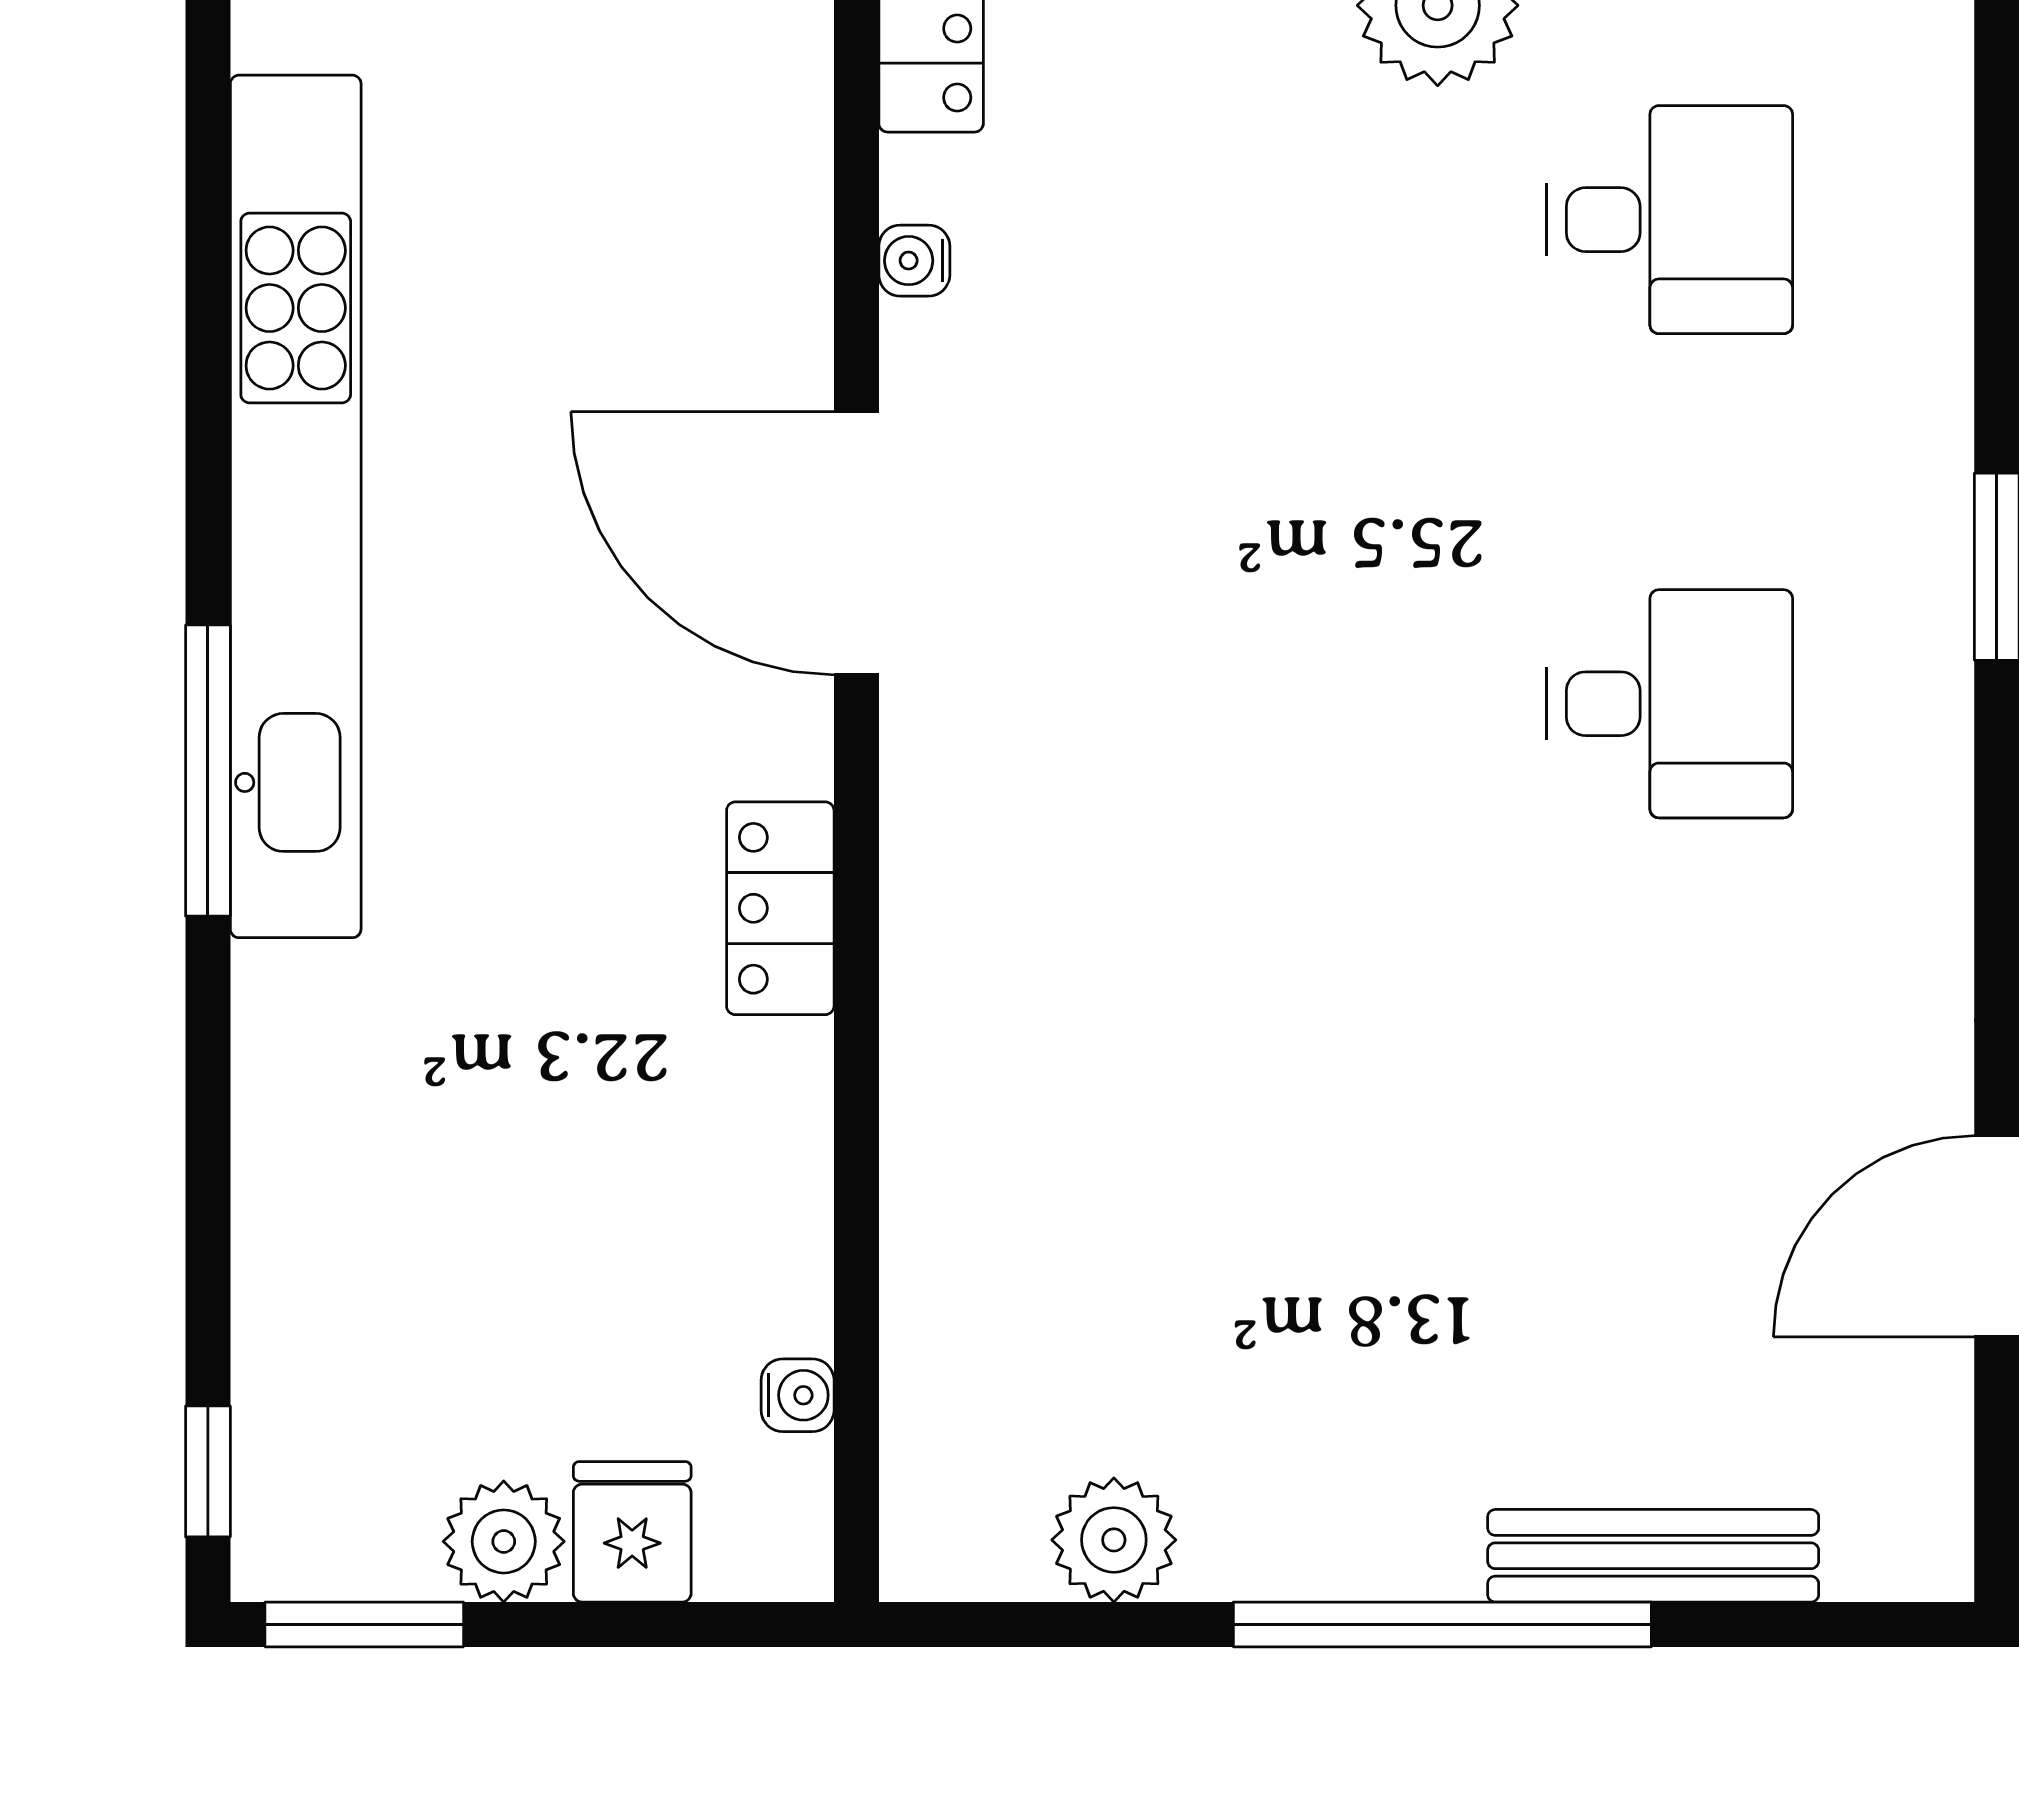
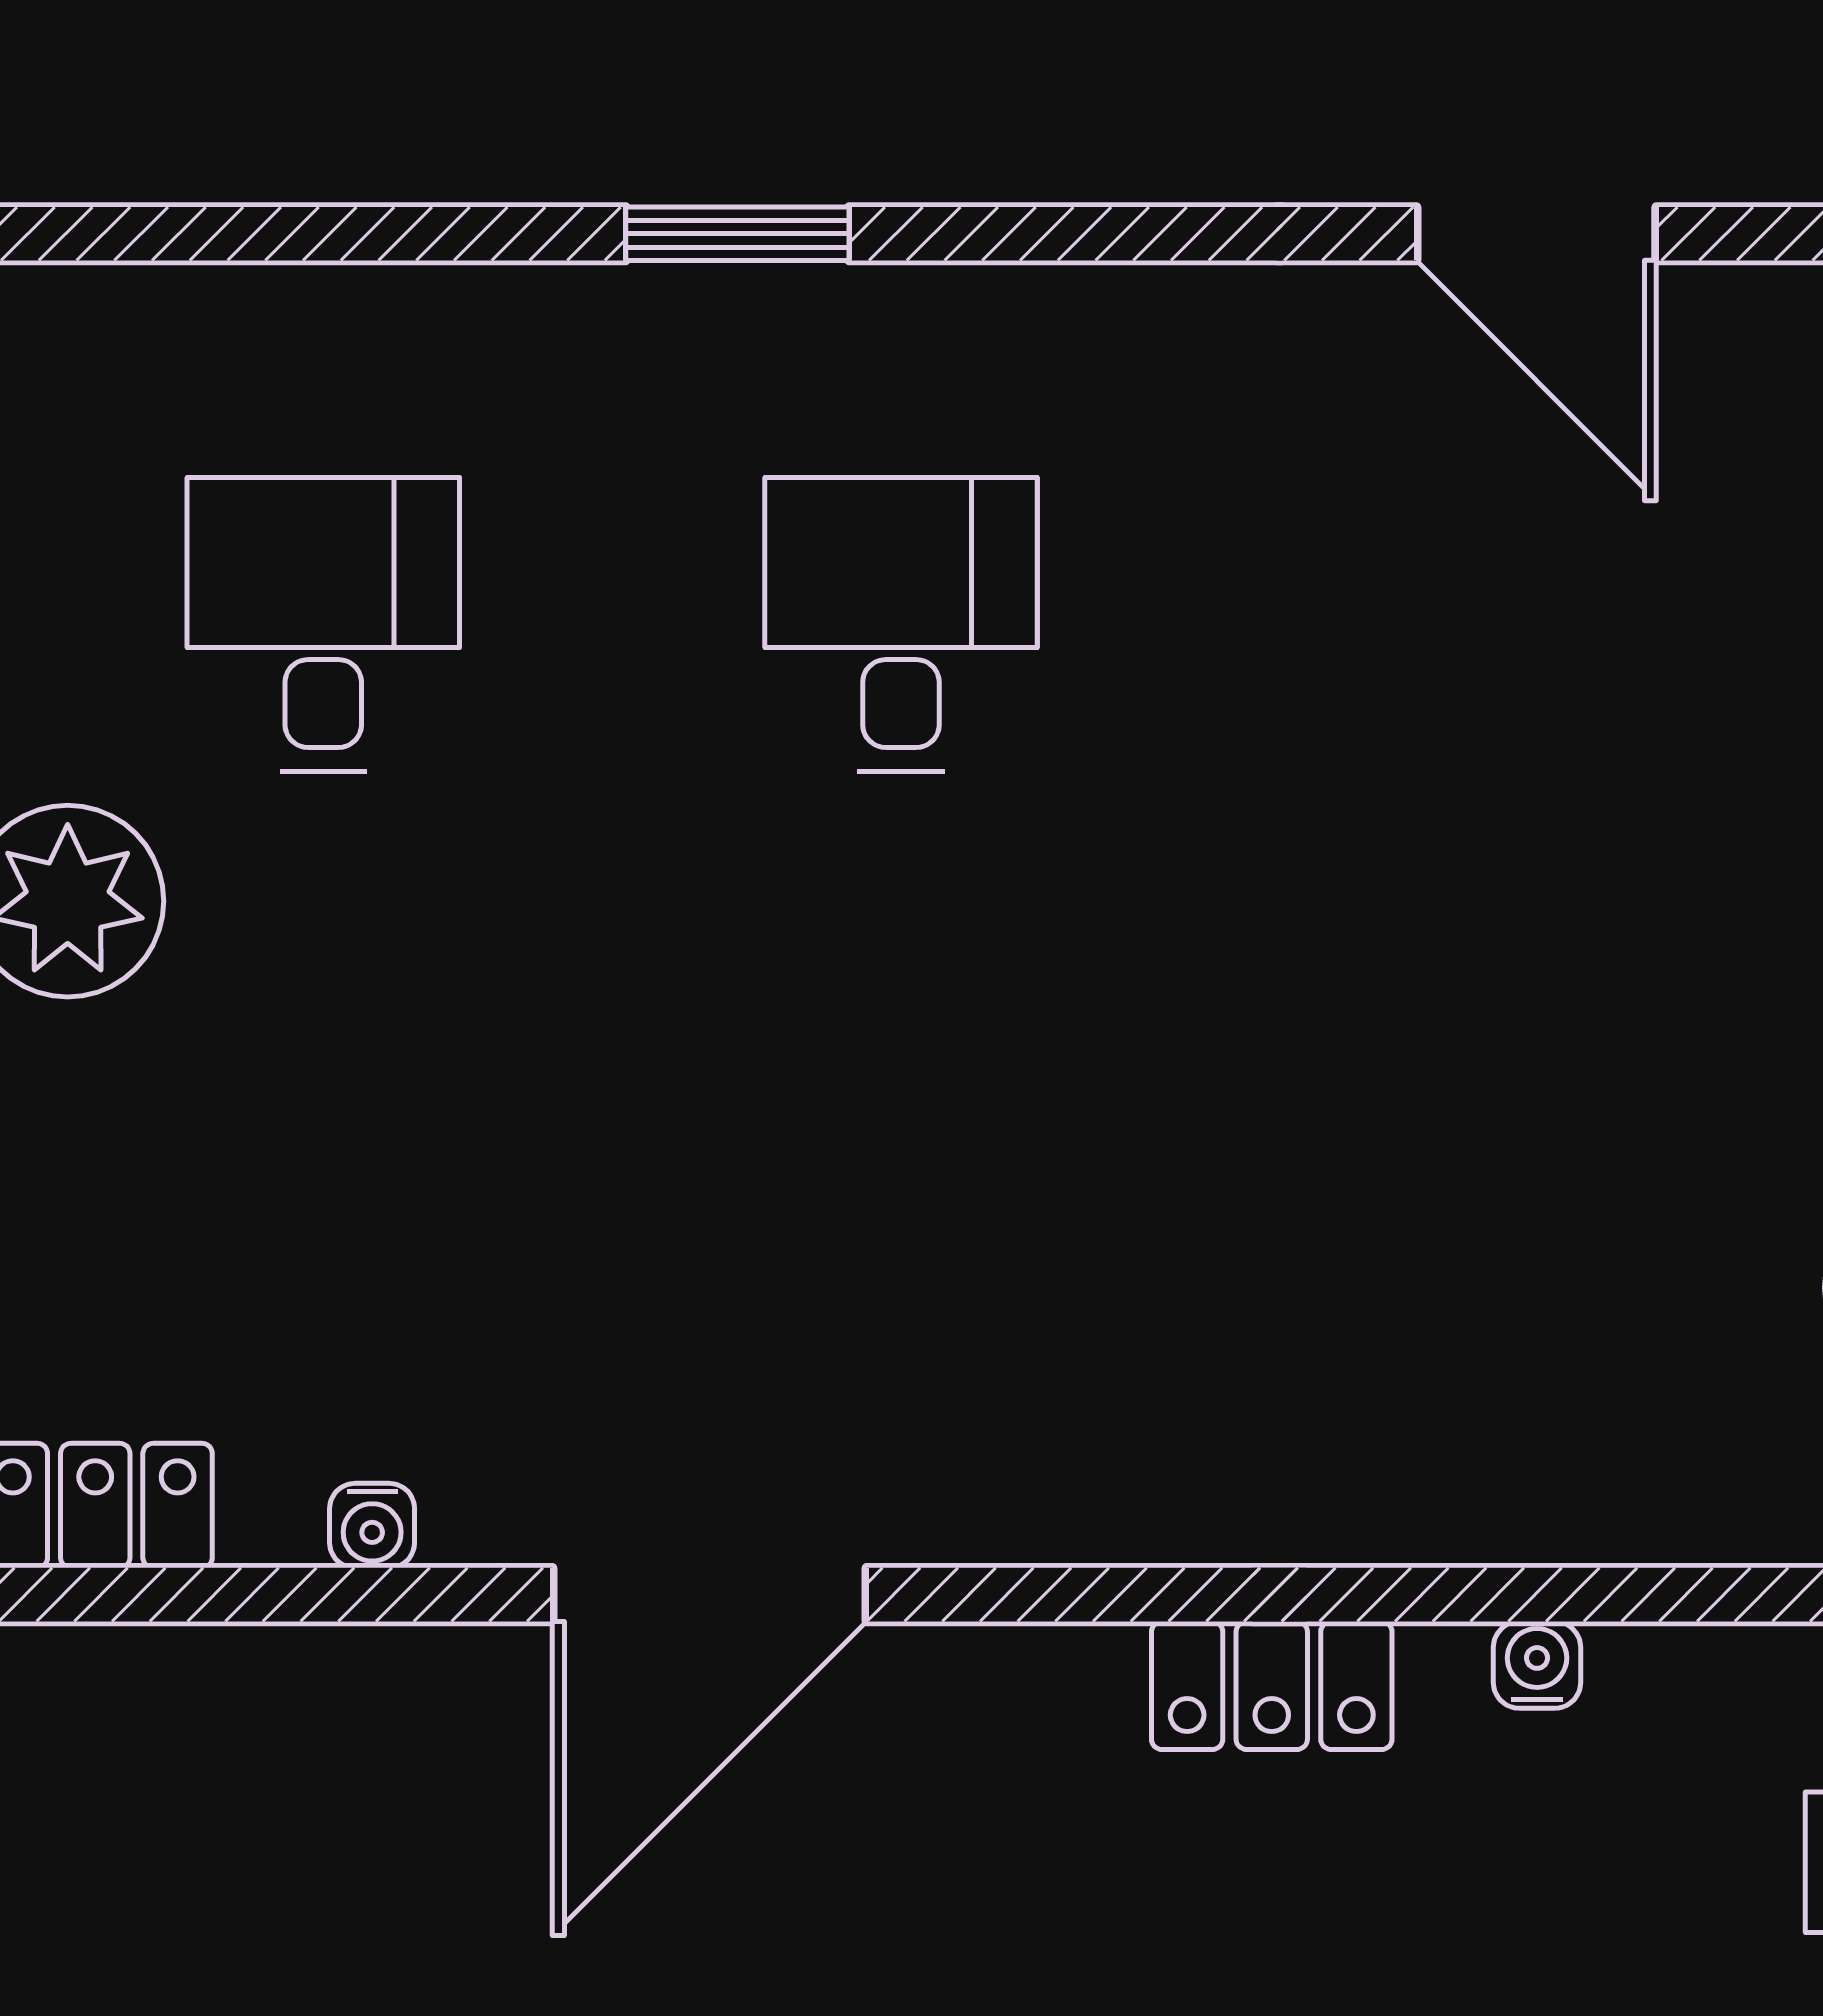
locker: (780, 908) -> (1272, 1686), moved
water cooler: (798, 1395) -> (1537, 1665), moved

